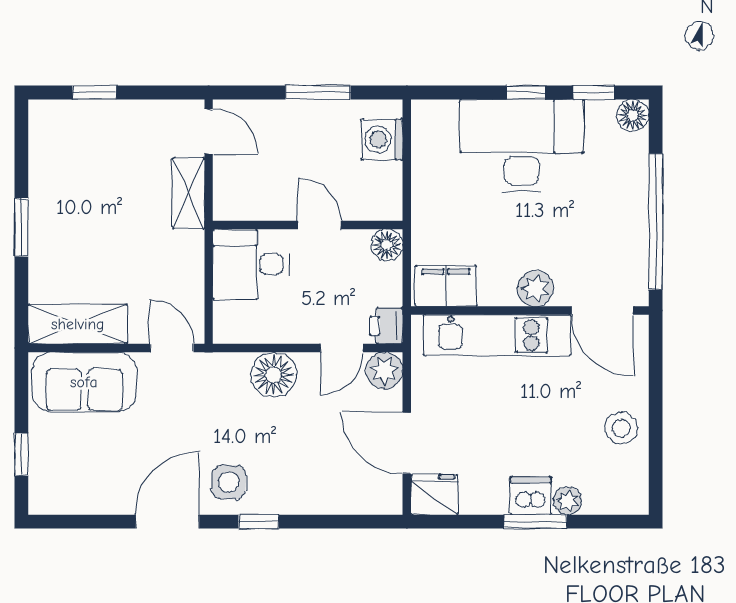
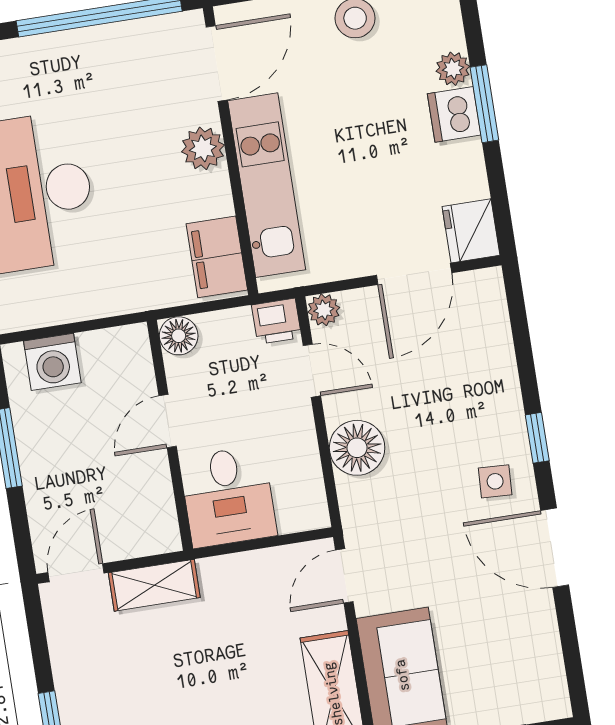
plant: (384, 370) -> (324, 310), width x0.73, depth x0.73
side table: (229, 482) -> (495, 481), width x0.73, depth x0.73

